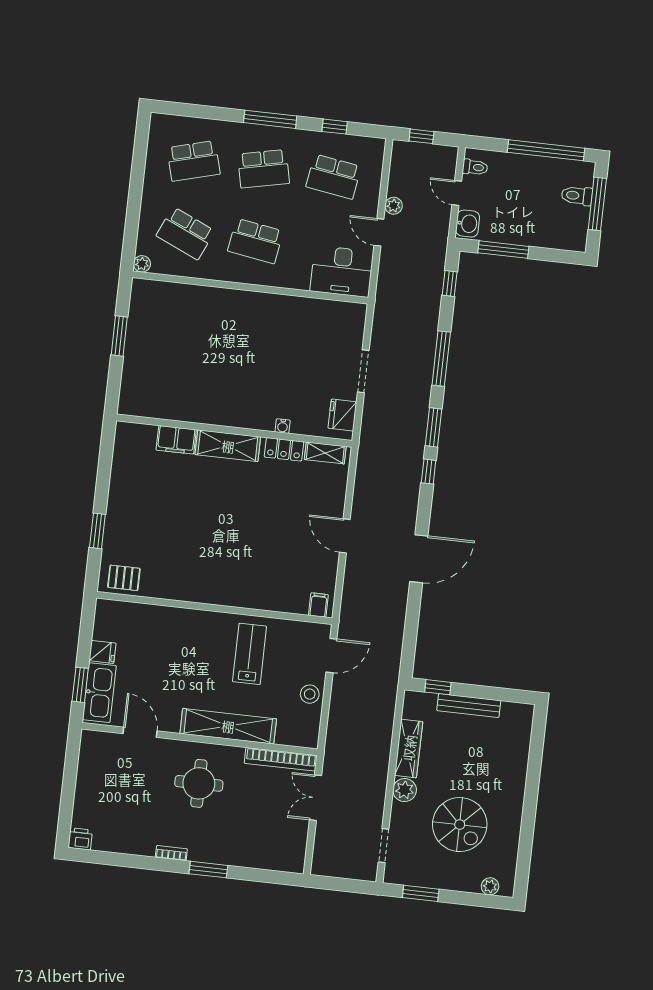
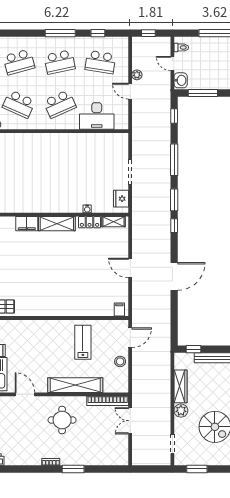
school desk: (255, 241) -> (60, 104), turned -33
desk: (342, 271) -> (97, 116), moved

